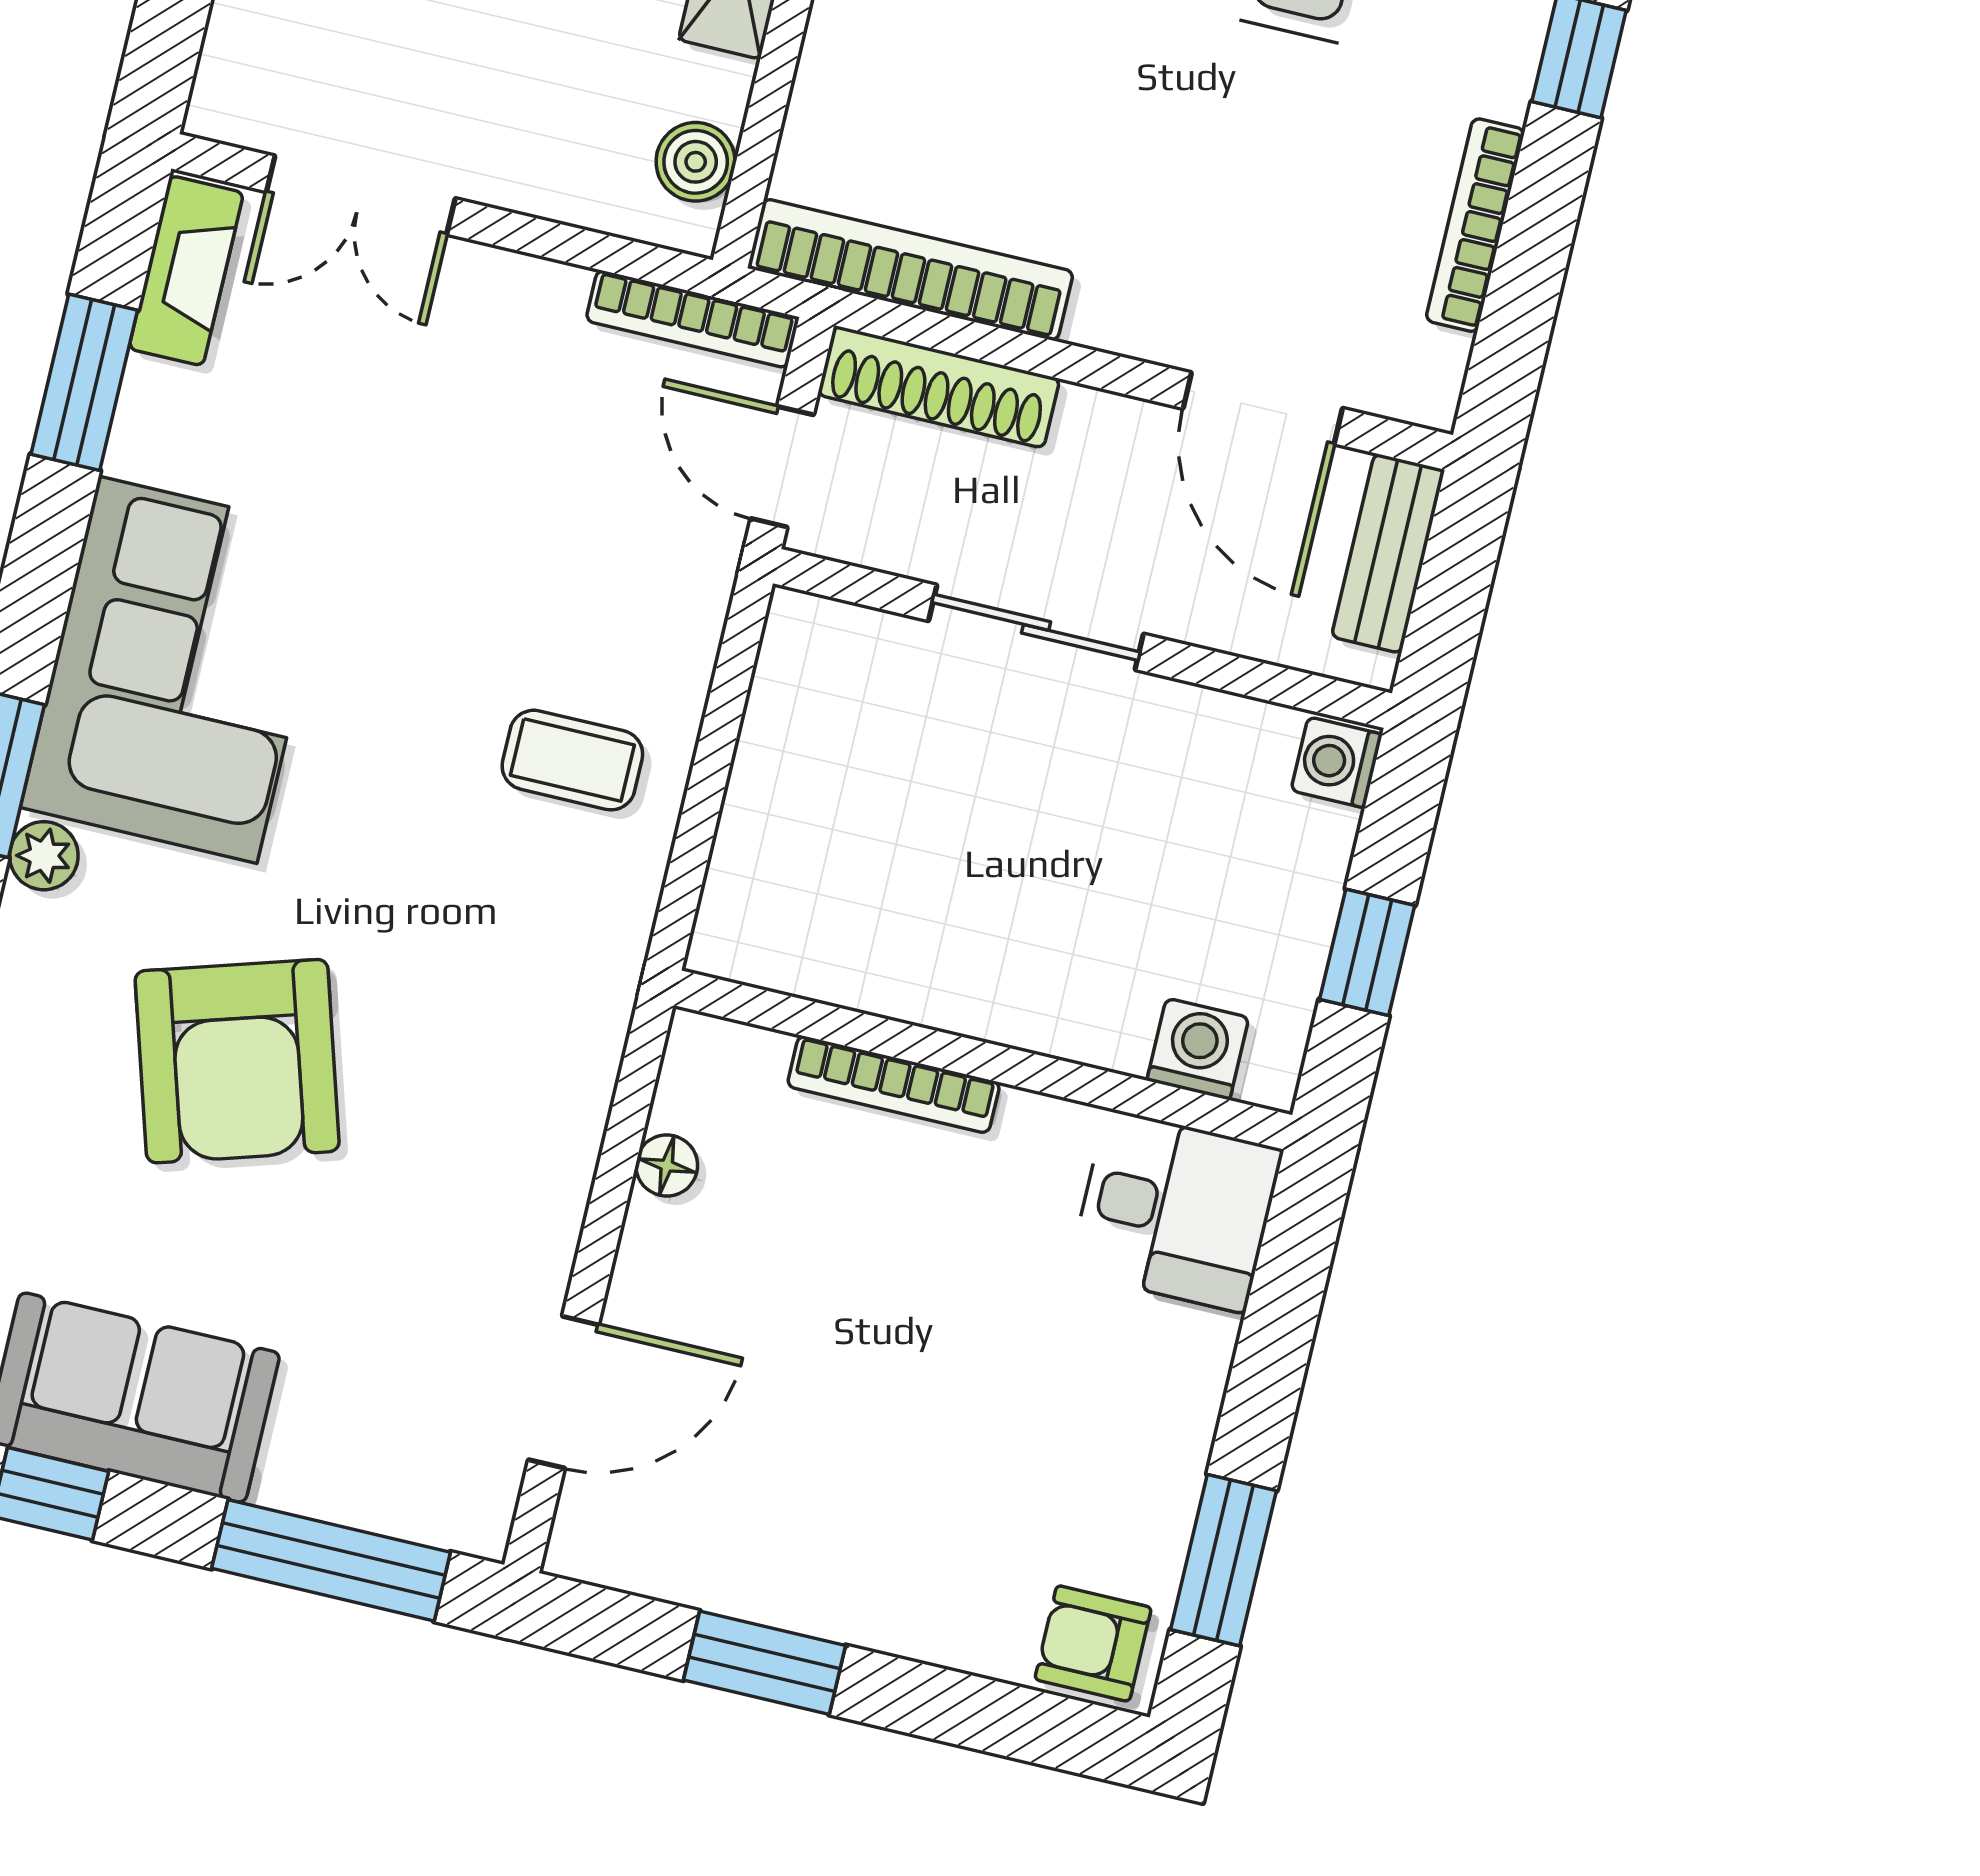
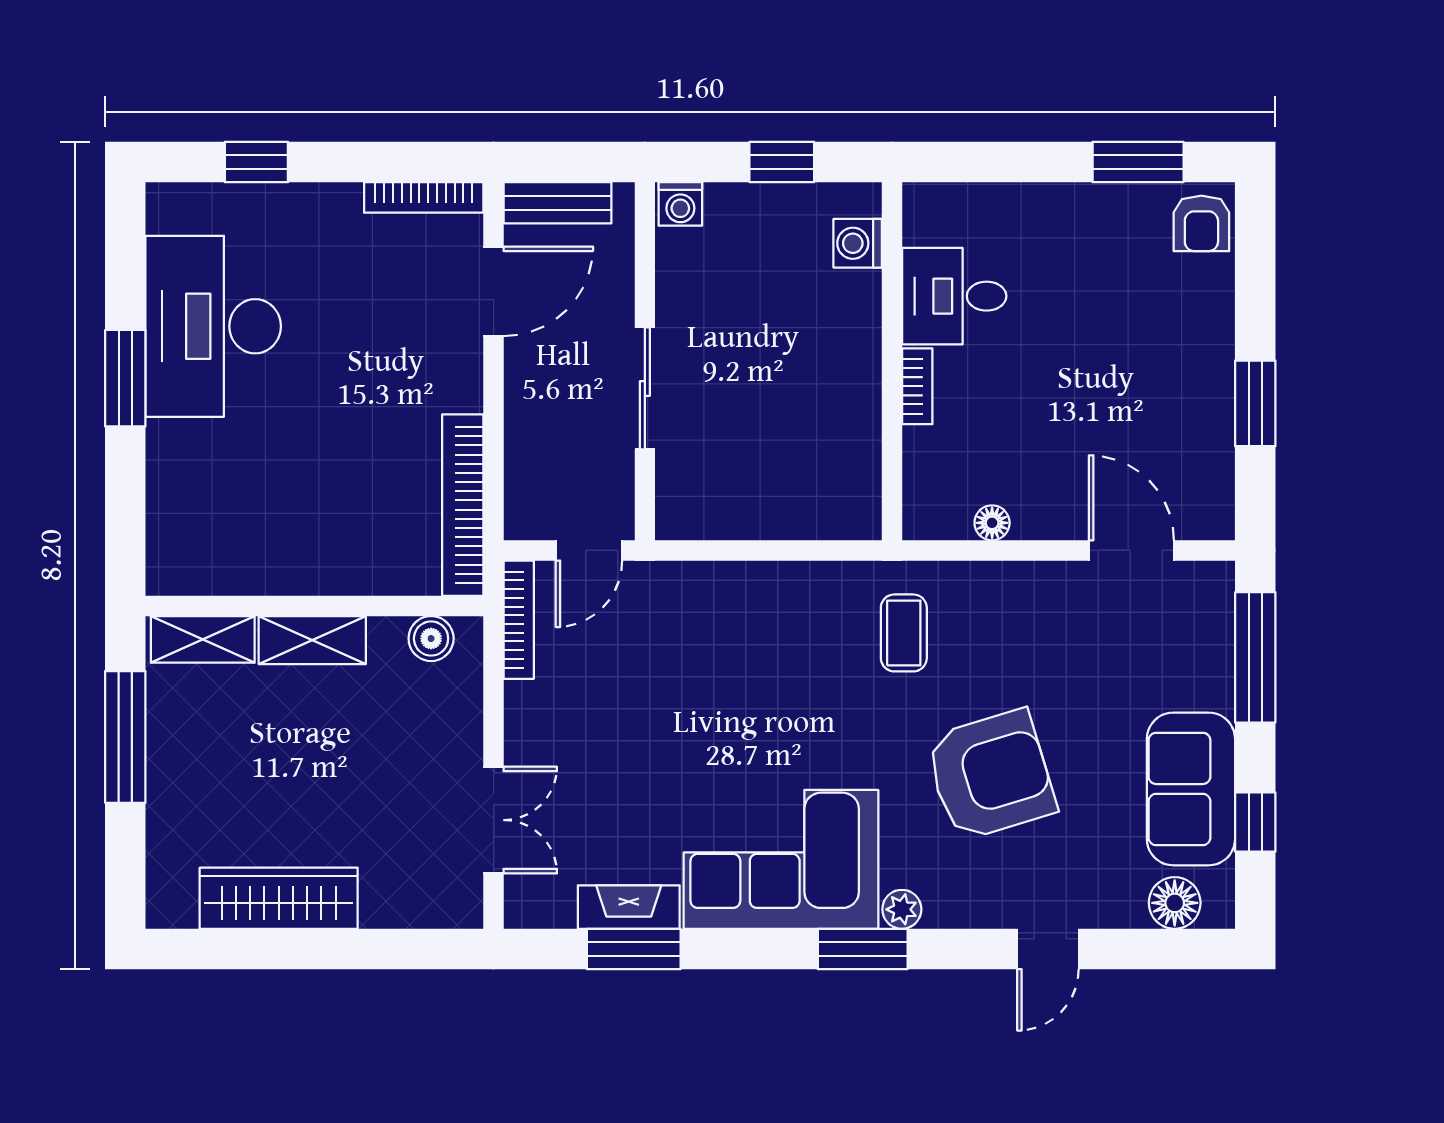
bookcase: (1475, 225) -> (424, 197), moved
fireplace: (186, 271) -> (629, 907), moved
shoe rack: (939, 387) -> (524, 474), removed
coffee table: (572, 760) -> (904, 633), moved
bookcase: (894, 1084) -> (917, 386), width x0.64
desk: (1176, 1211) -> (954, 296), moved, turned -90

